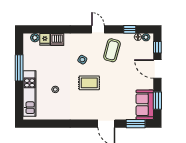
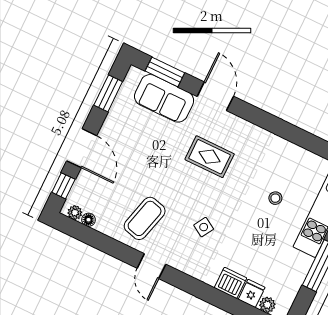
window: (130, 29) -> (96, 240), removed
rug: (89, 83) -> (210, 157), moved
sofa: (145, 105) -> (164, 98), moved, turned 90

